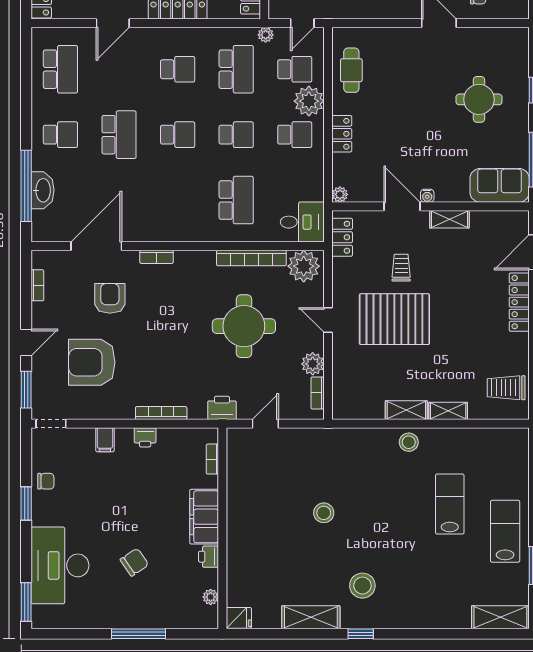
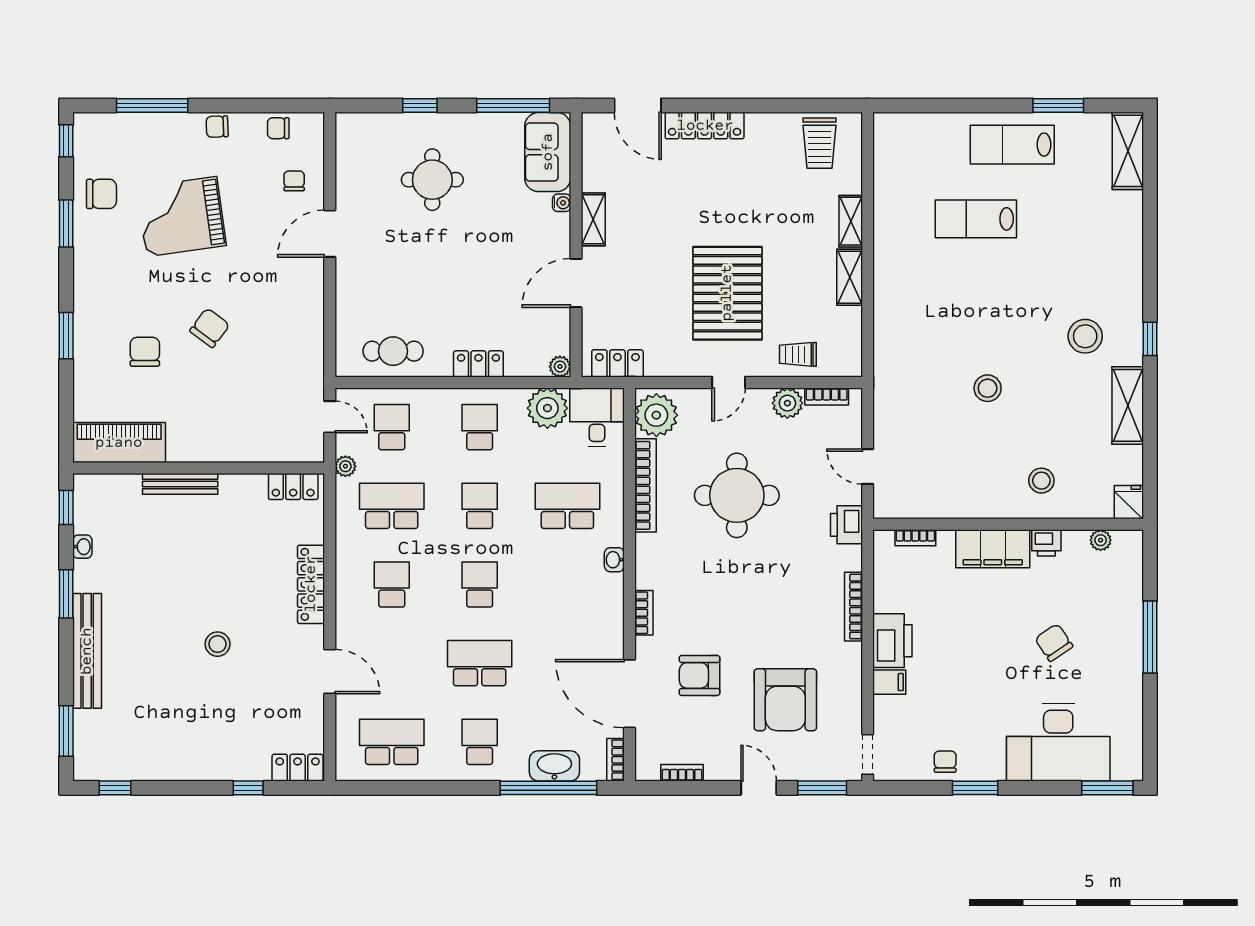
plant: (309, 101) -> (547, 408), moved
water cooler: (427, 196) -> (562, 203), moved
washbasin: (196, 235) -> (614, 560), added
bookcase: (47, 236) -> (616, 760), added
trolley: (401, 268) -> (798, 354), moved
printer: (145, 437) -> (892, 641), width x1.87, depth x1.48
stool: (409, 442) -> (1041, 481), moved

